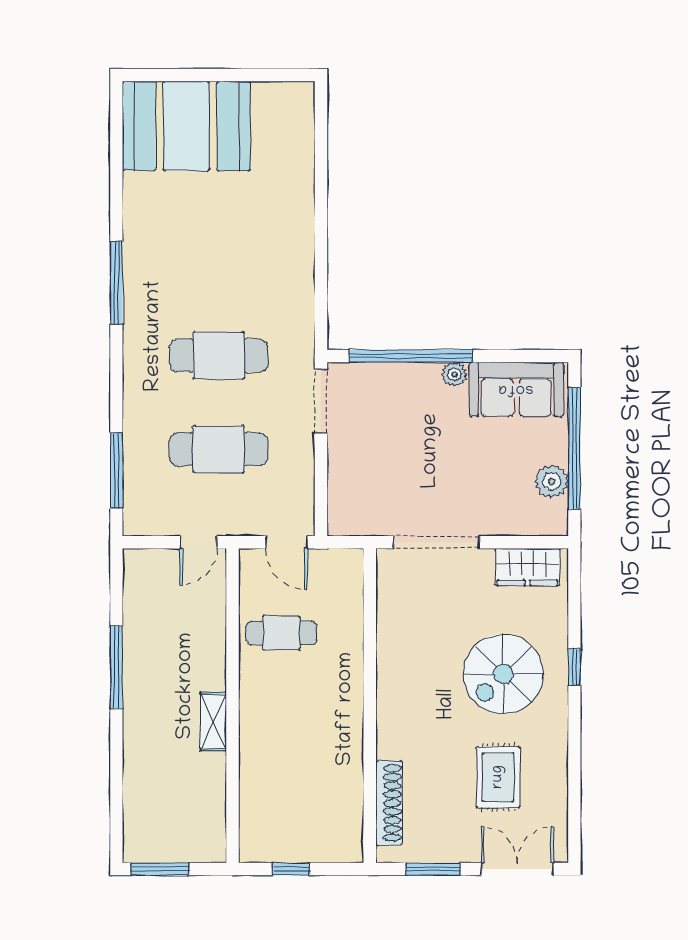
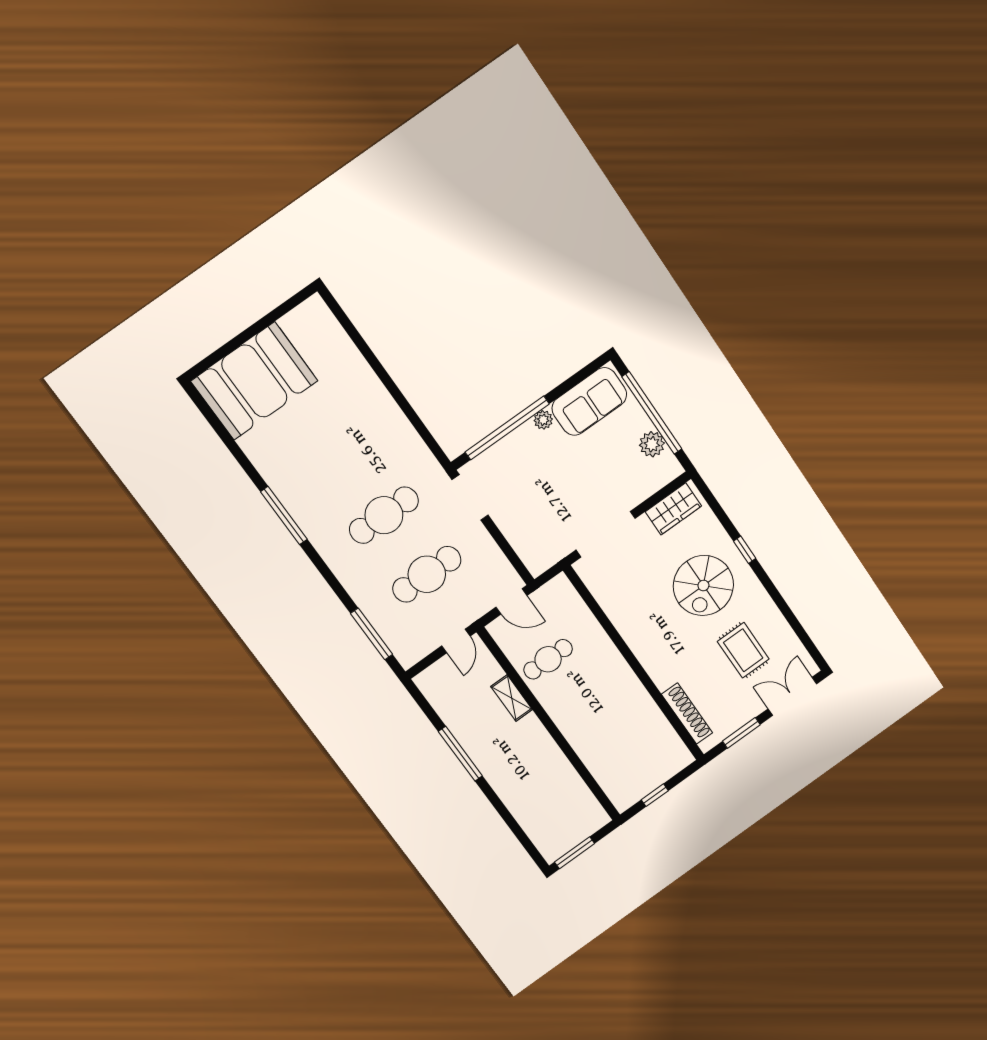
shelving: (213, 721) -> (512, 698), moved

